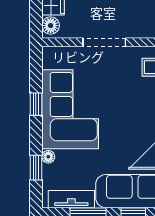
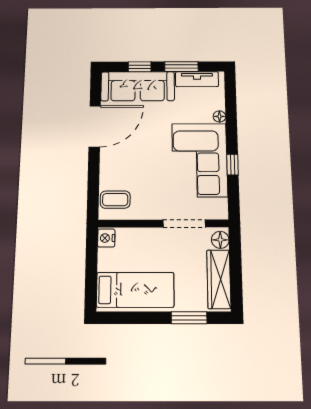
doorway: (104, 42) -> (184, 223), moved
window: (36, 168) -> (231, 107), removed

